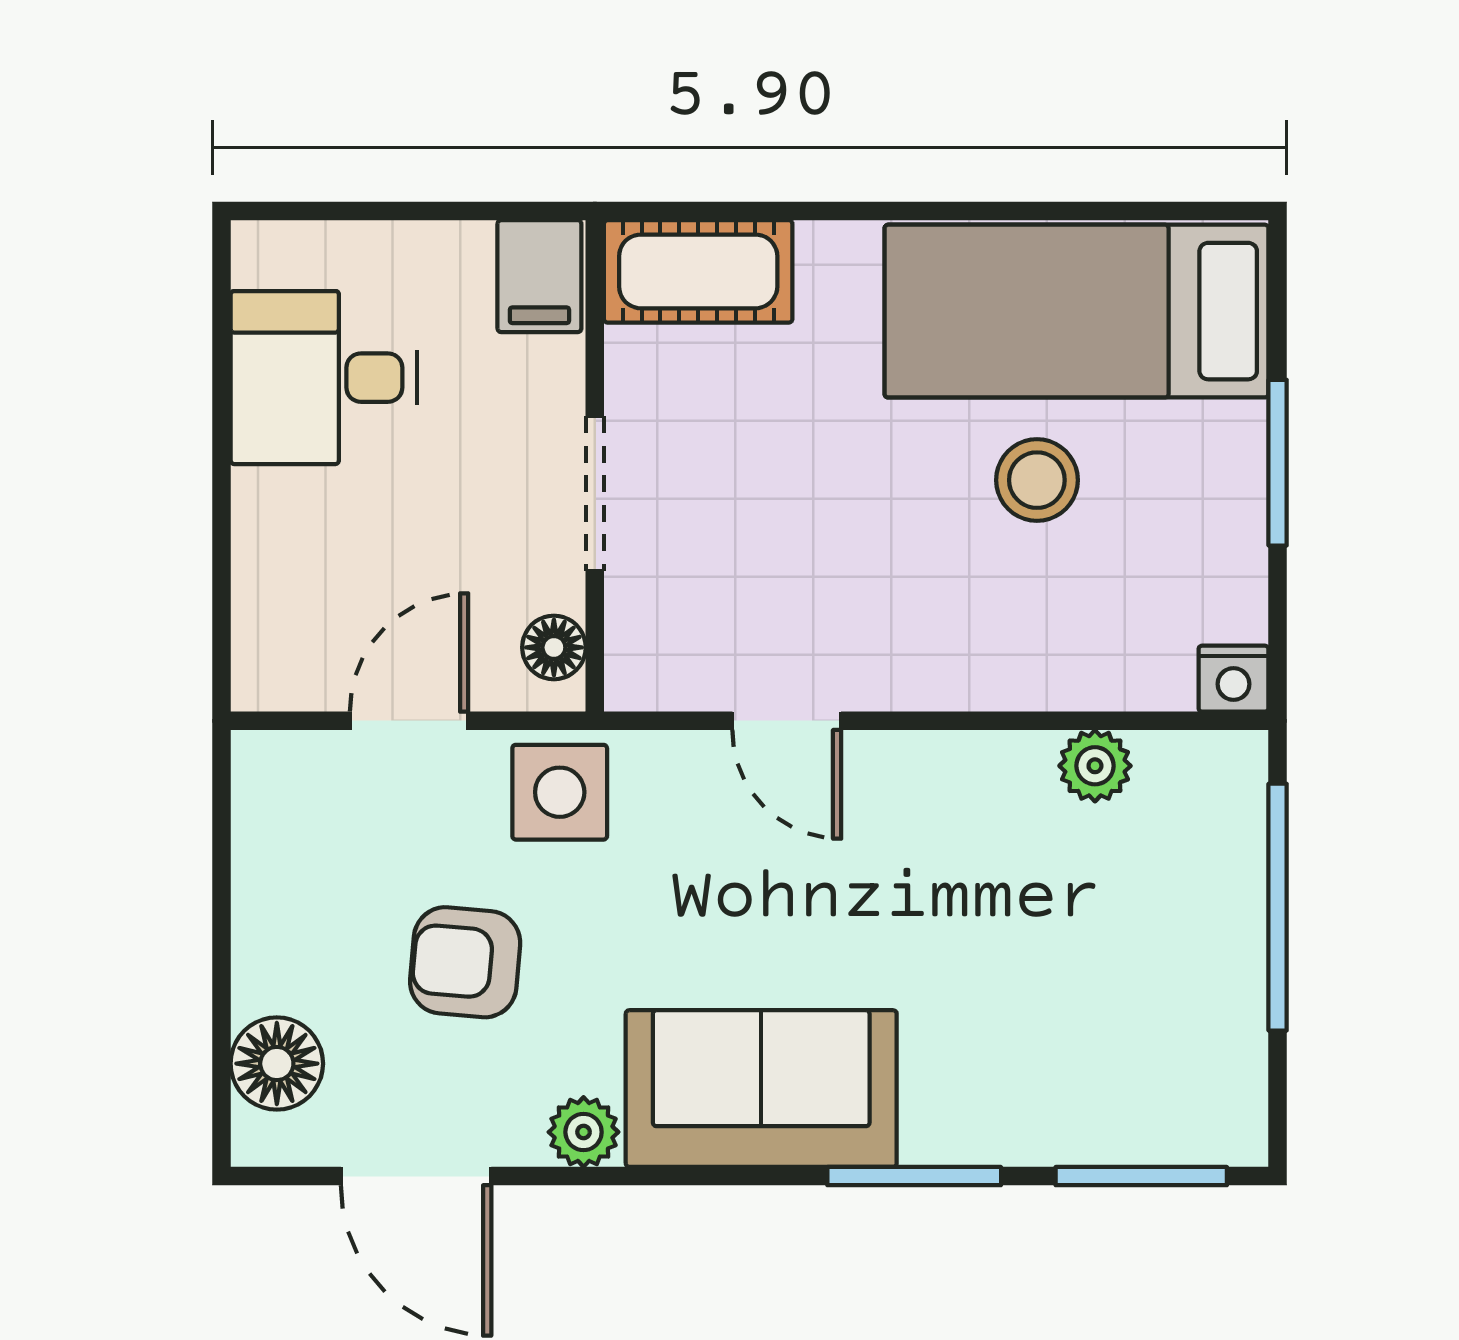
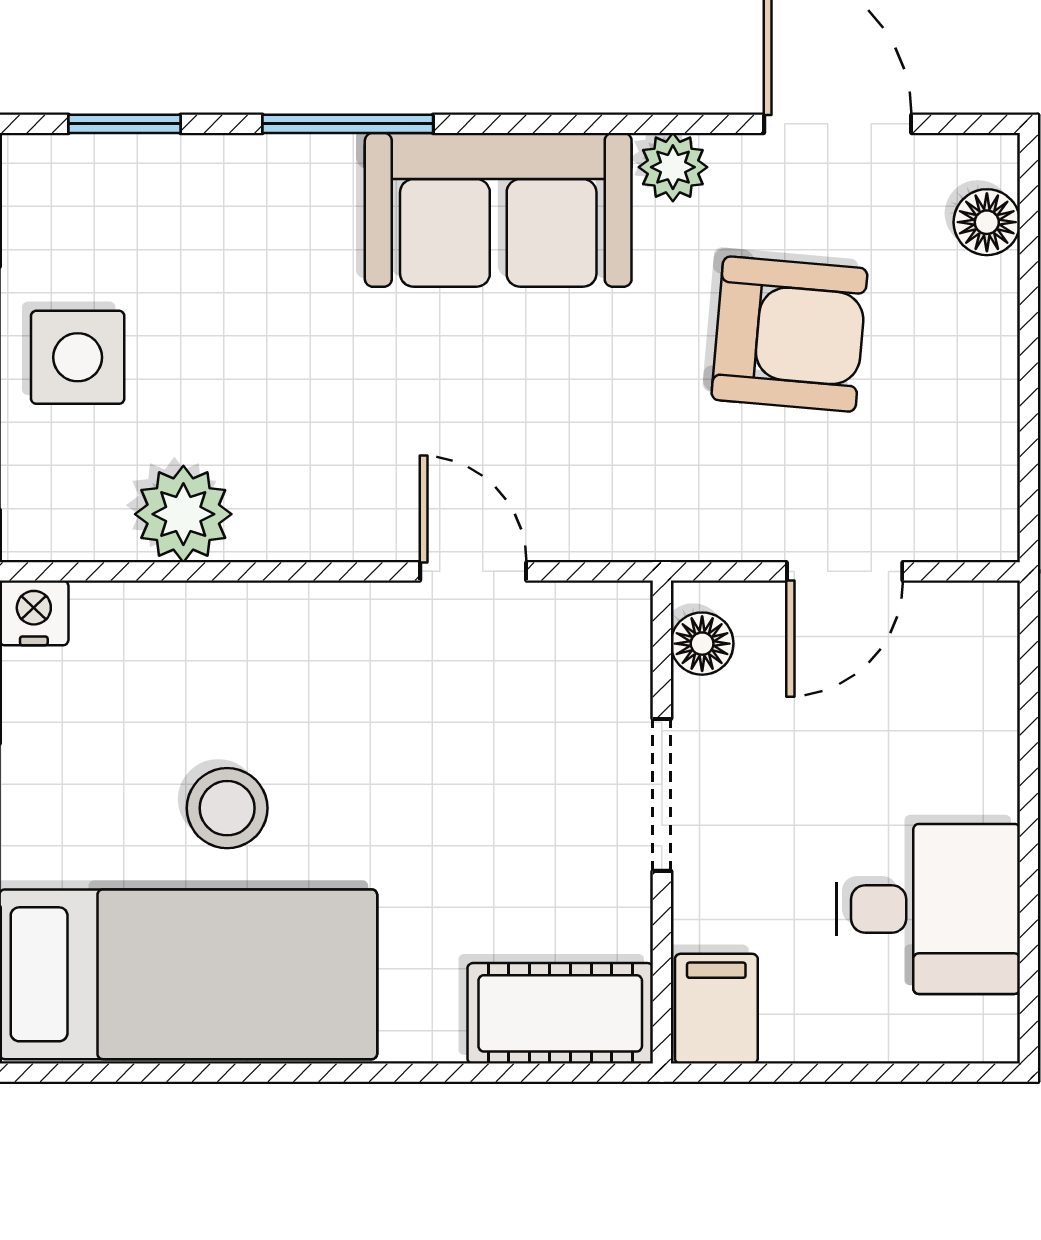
plant: (1095, 766) -> (183, 514), width x1.38, depth x1.38
side table: (560, 792) -> (78, 357), moved
armchair: (465, 962) -> (789, 334), width x1.38, depth x1.38
floor lamp: (277, 1064) -> (987, 222), width x0.73, depth x0.73
window: (1141, 1176) -> (125, 124), width x0.67

